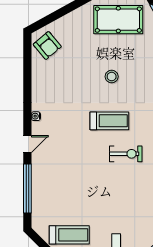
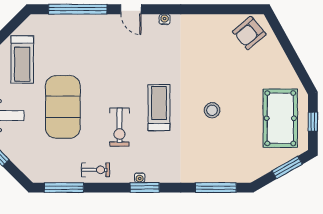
treadmill: (109, 121) -> (159, 108), turned 180
exercise mat: (109, 201) -> (63, 107), added

